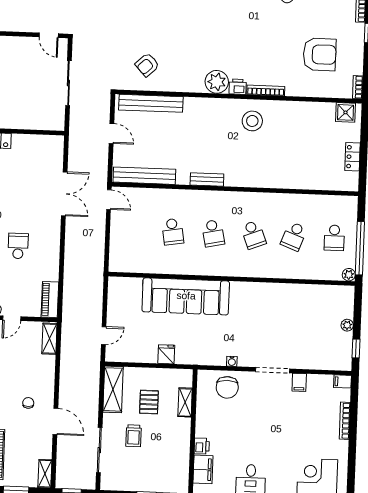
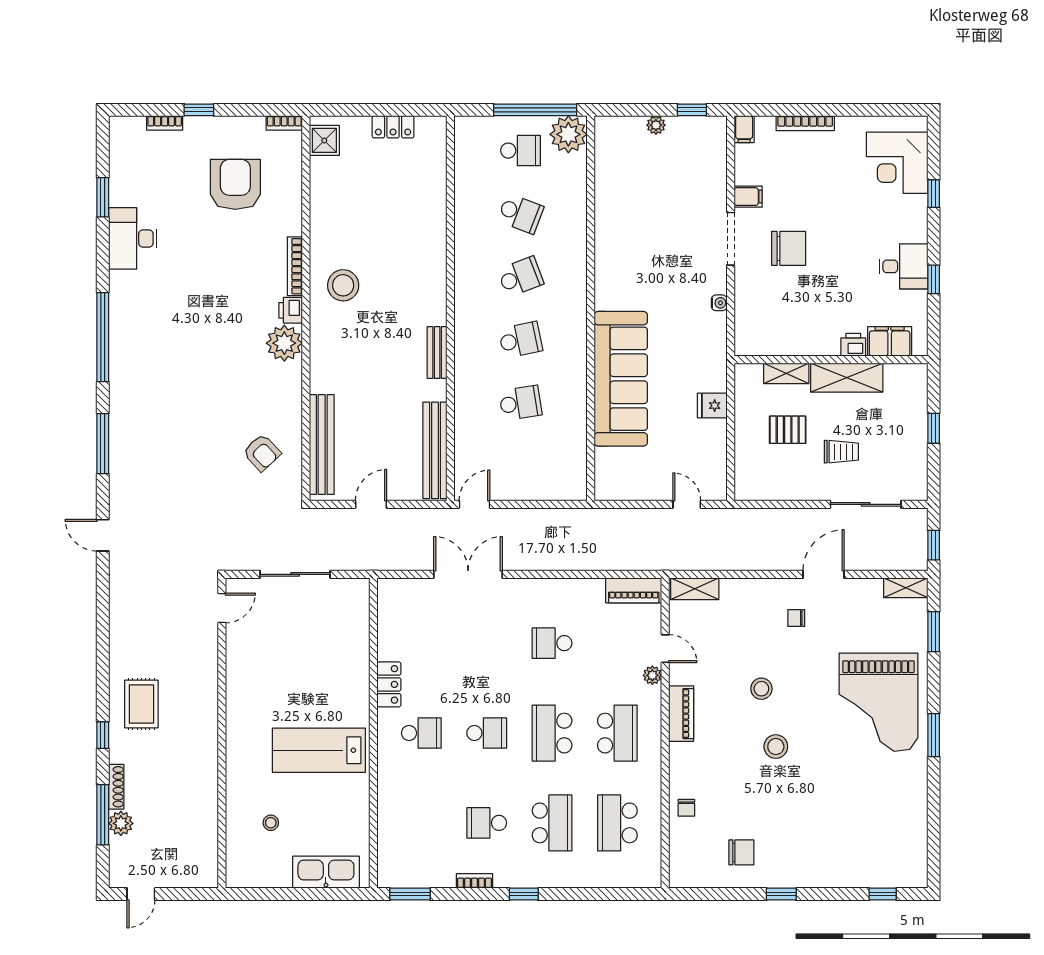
plant: (349, 275) -> (568, 134), width x1.87, depth x1.87
chair: (227, 387) -> (789, 248), moved
shelving: (113, 389) -> (847, 378), moved

